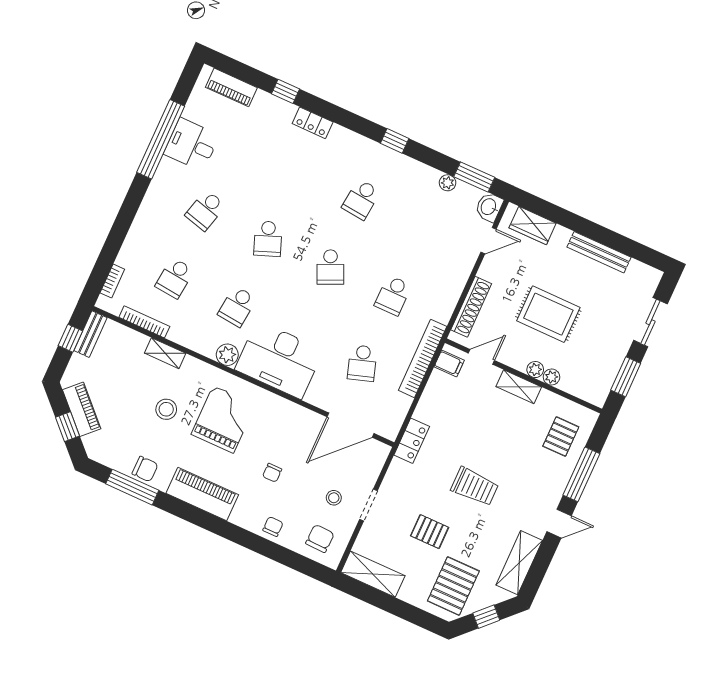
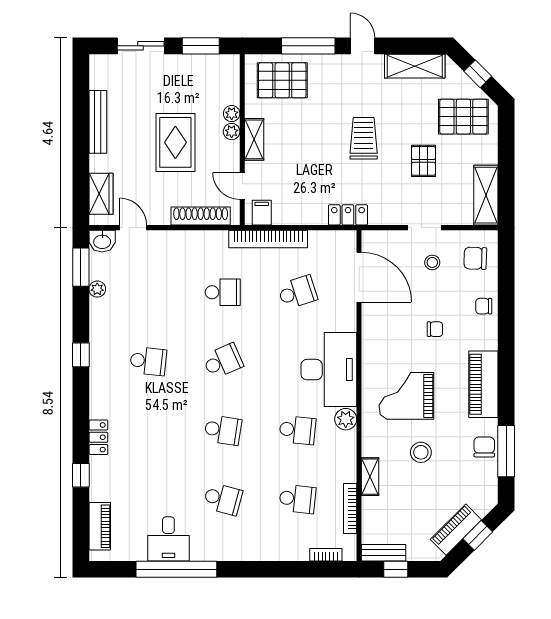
school desk: (268, 239) -> (223, 430), turned 30
pallet: (561, 437) -> (282, 80), width x1.50, depth x1.42

